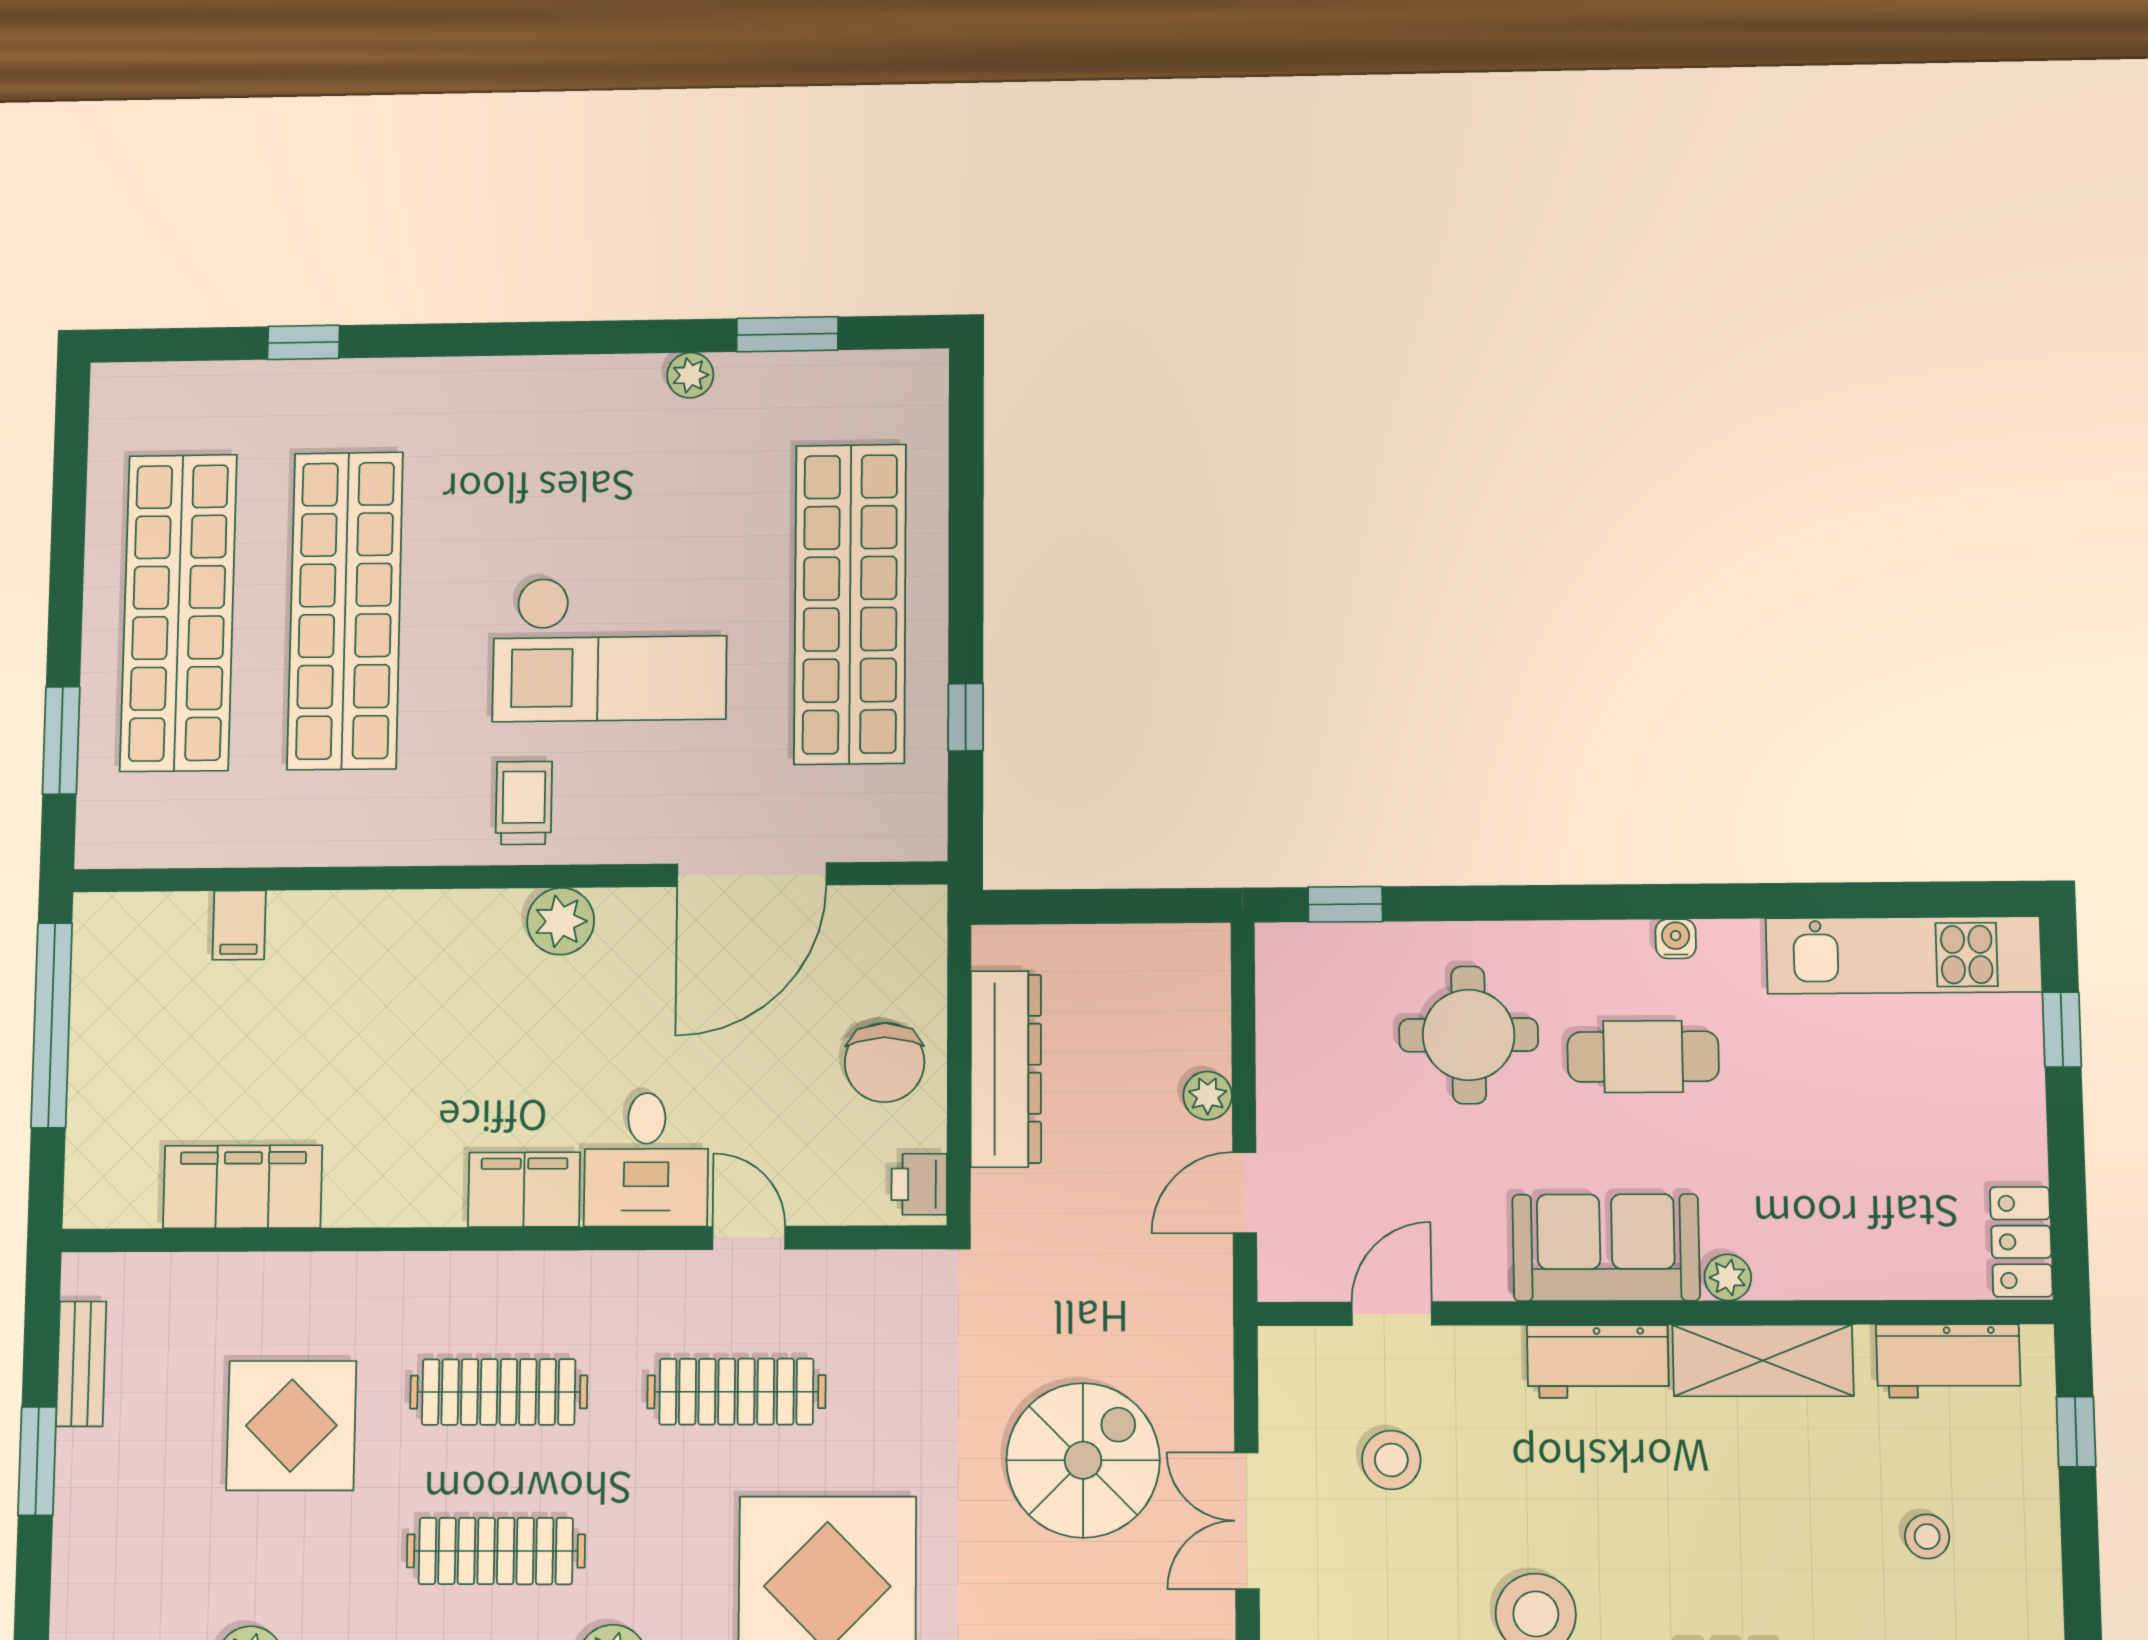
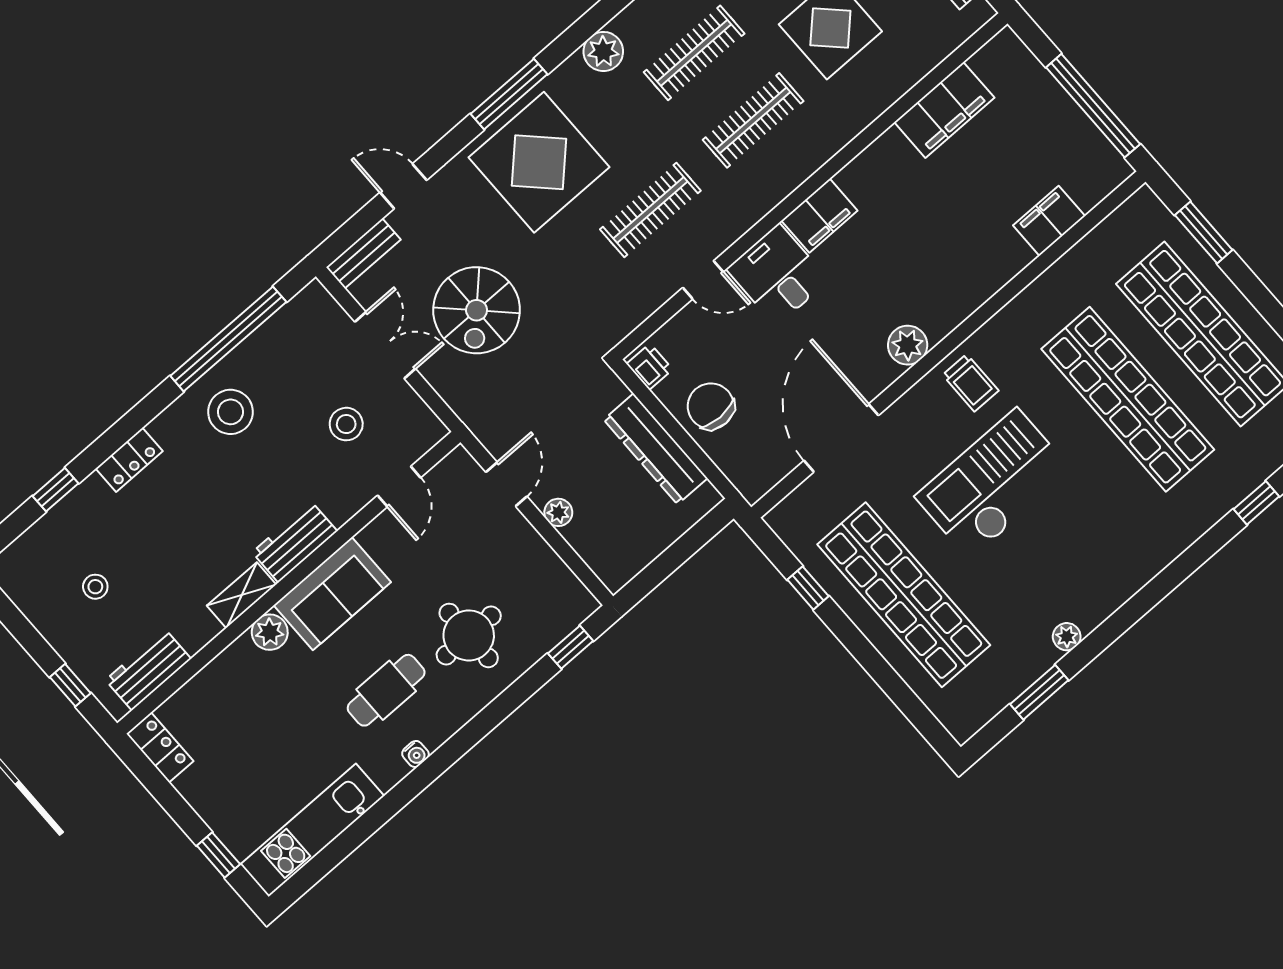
filing cabinet: (239, 925) -> (1049, 221), width x2.00
plant: (1728, 1278) -> (270, 632), width x1.38, depth x1.38
shelving: (1763, 1360) -> (242, 595), width x0.67, depth x0.75

